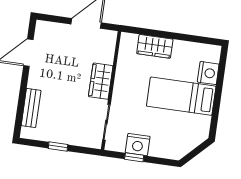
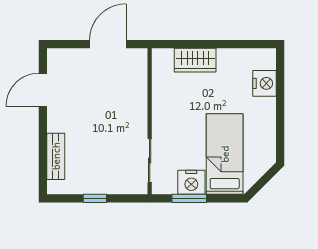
wardrobe: (101, 81) -> (135, 112), removed
bed: (181, 96) -> (225, 154), moved, turned 90
window: (134, 157) -> (189, 198), width x1.50

